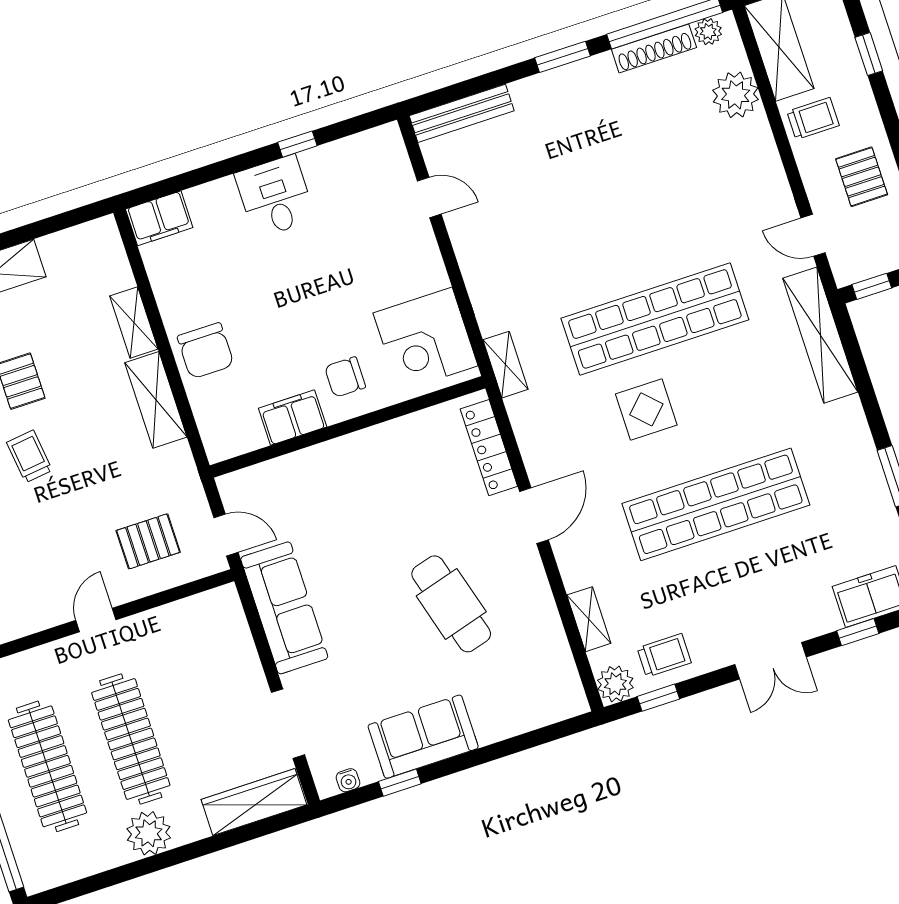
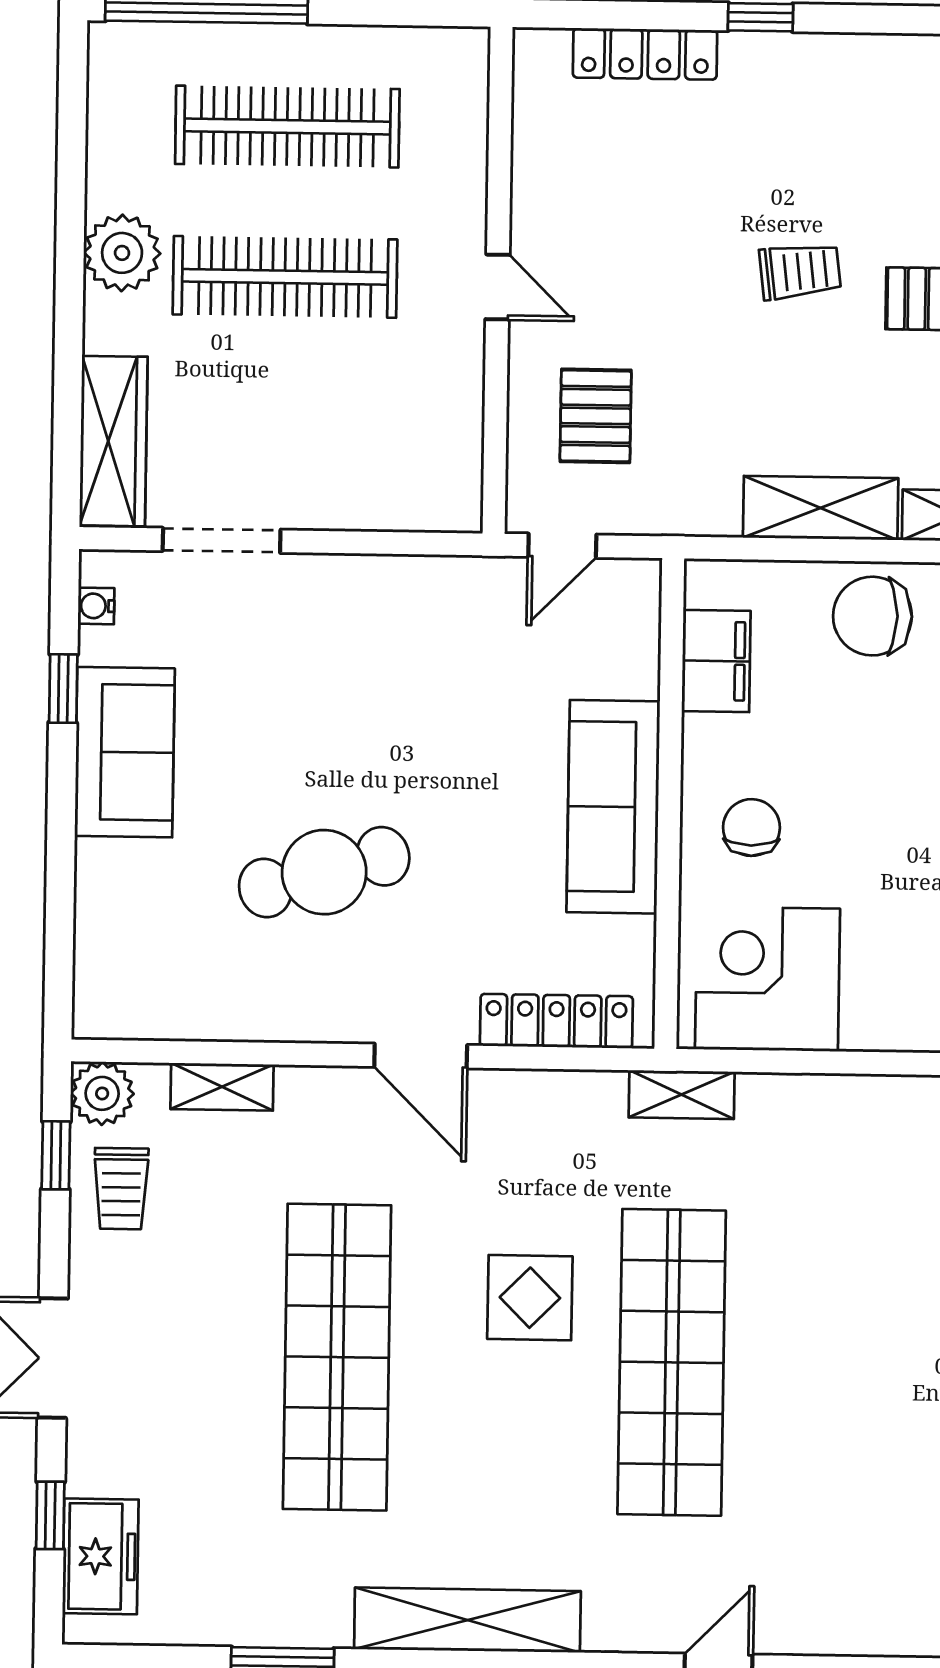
shelving: (820, 335) -> (467, 1620), moved
filing cabinet: (293, 418) -> (716, 661), moved
sofa: (284, 608) -> (613, 807), moved, turned 90

